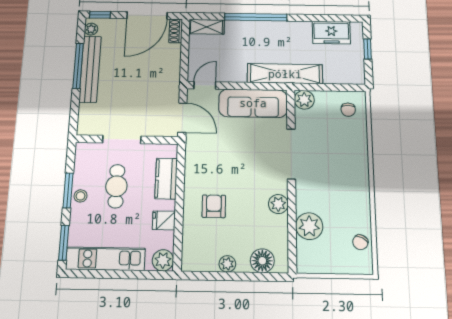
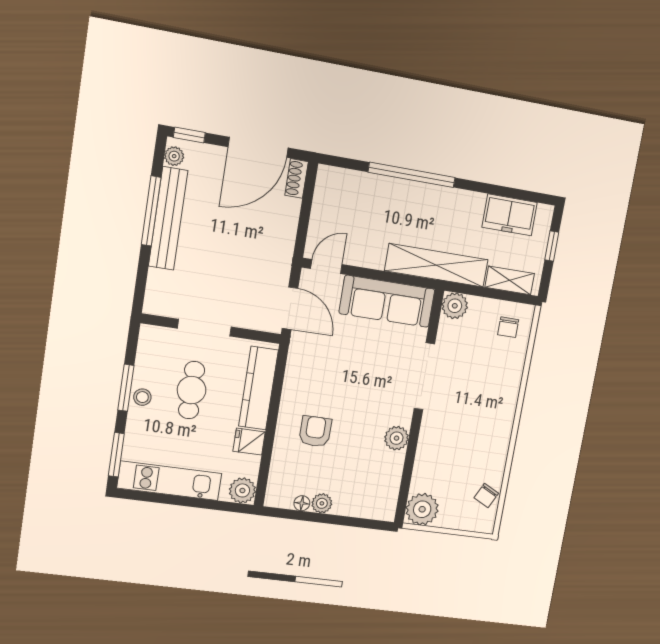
shelving: (206, 27) -> (510, 280), moved
kitchen counter: (166, 179) -> (258, 388), width x1.50
plant: (309, 226) -> (422, 509), moved
floor lamp: (262, 261) -> (302, 503), moved, width x0.53, depth x0.53

